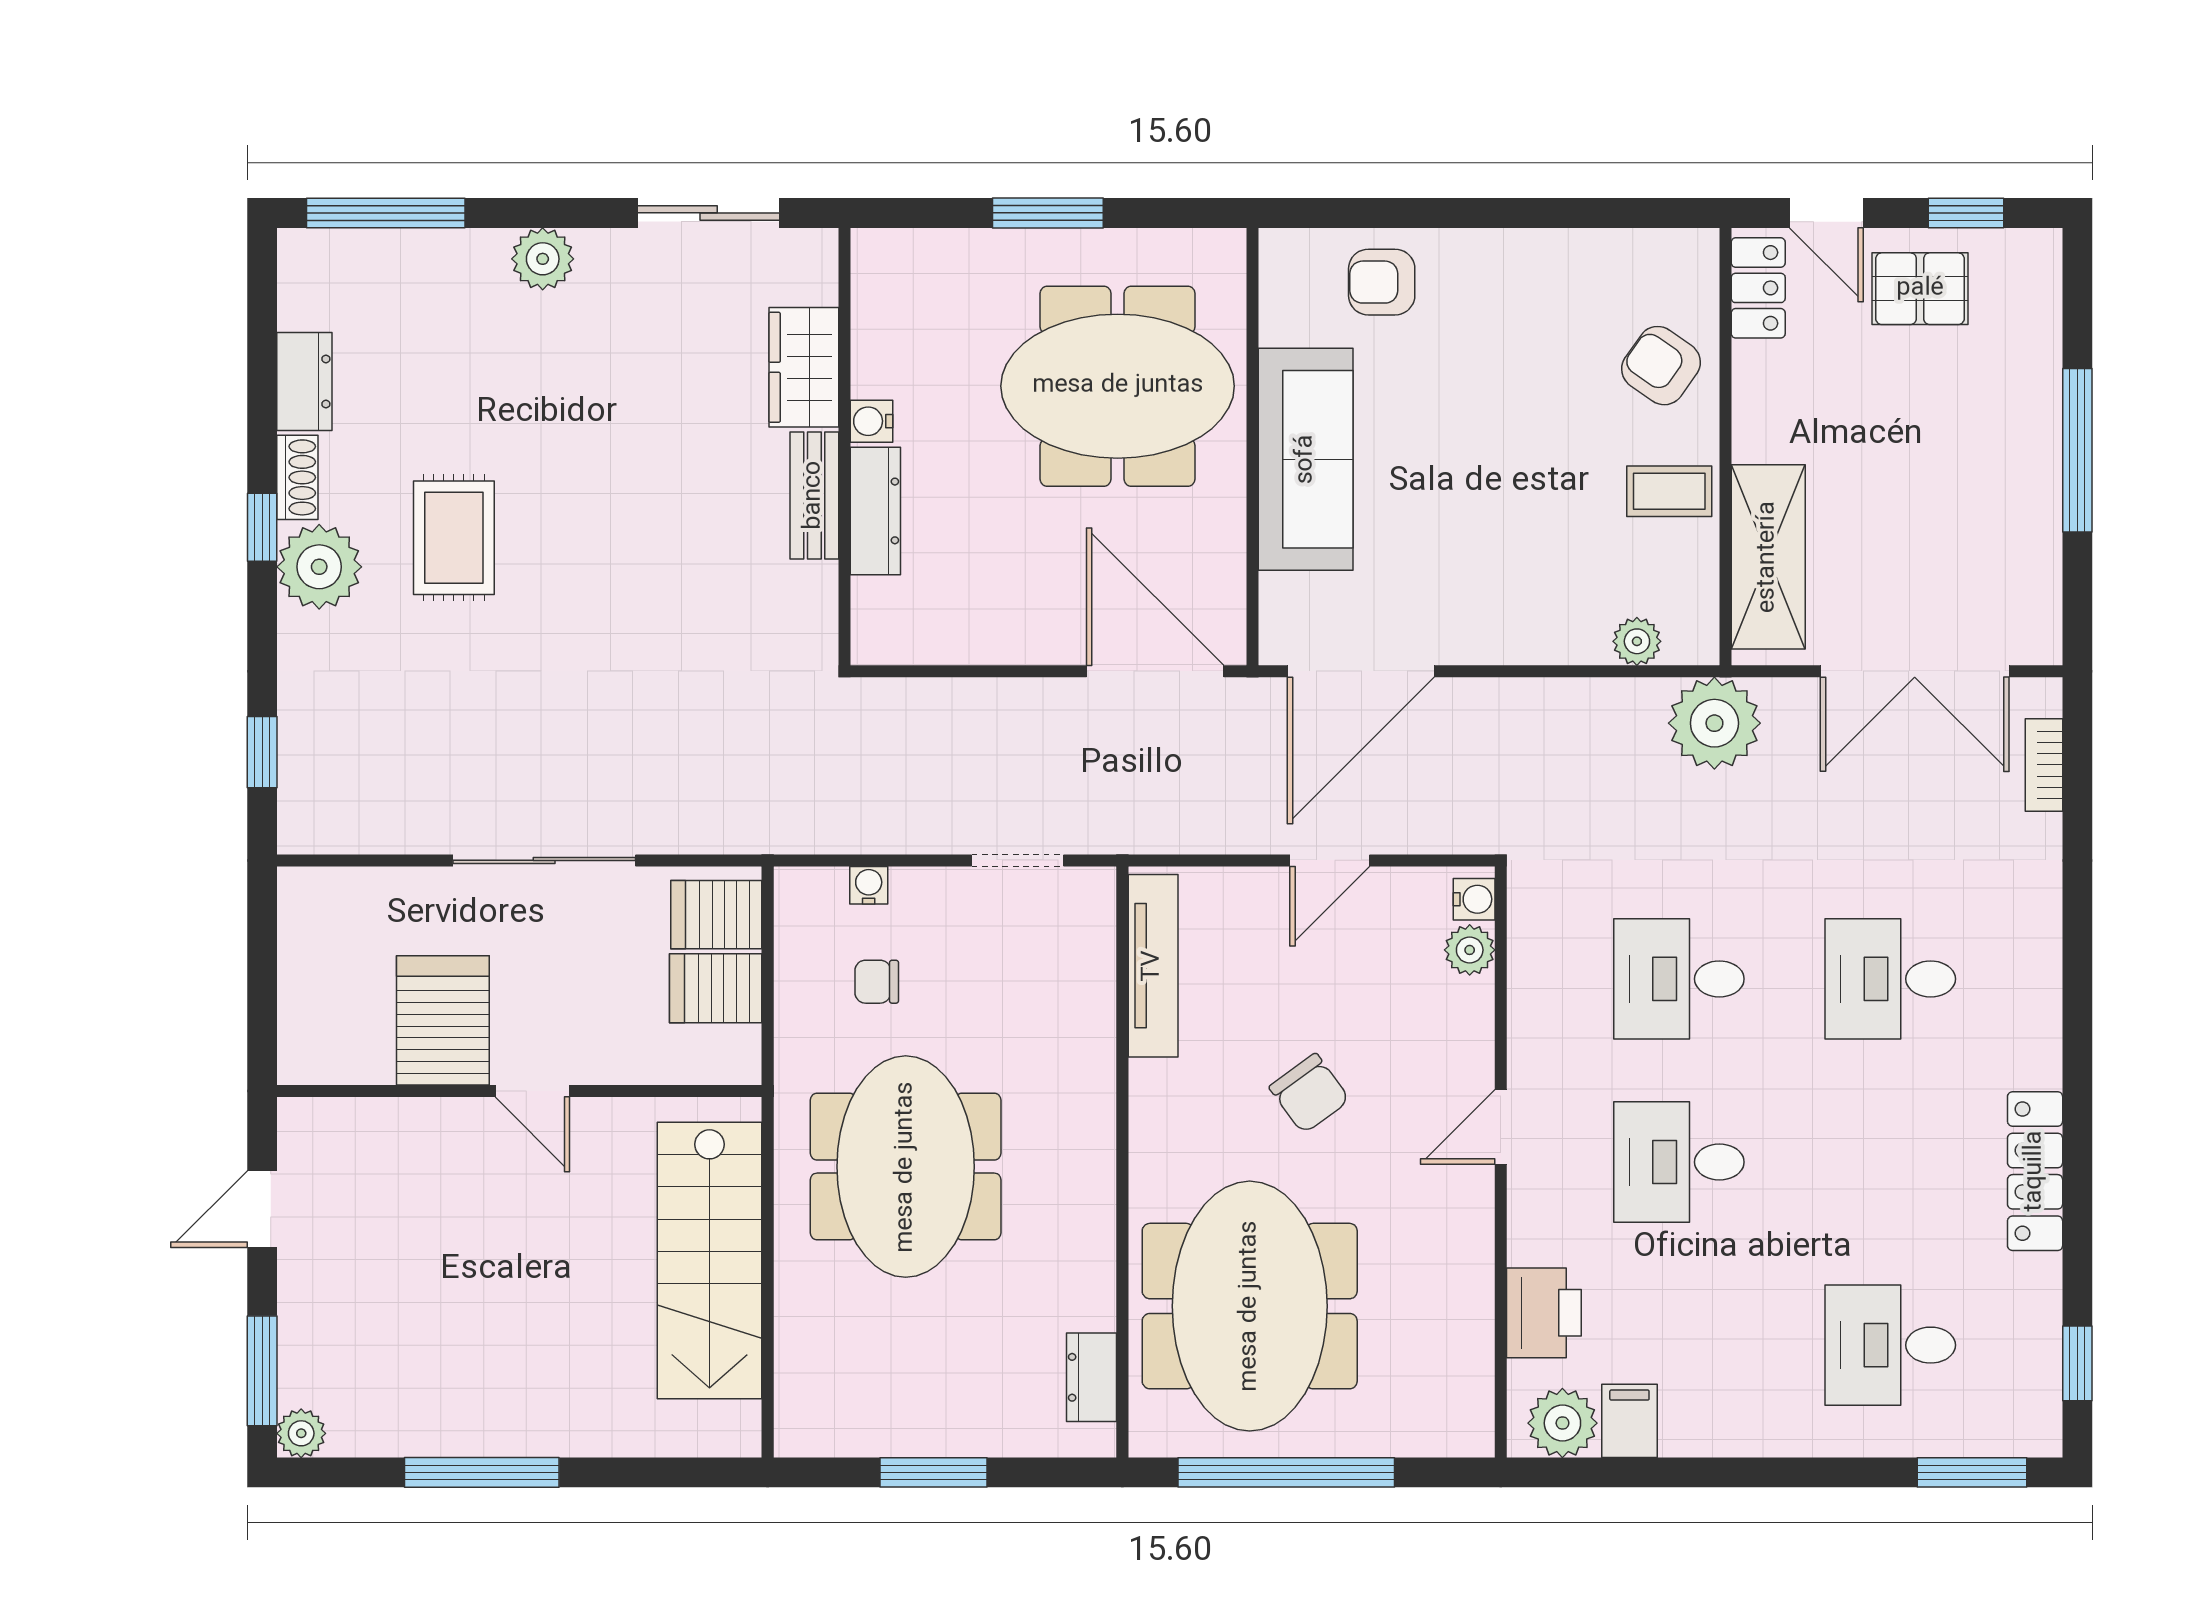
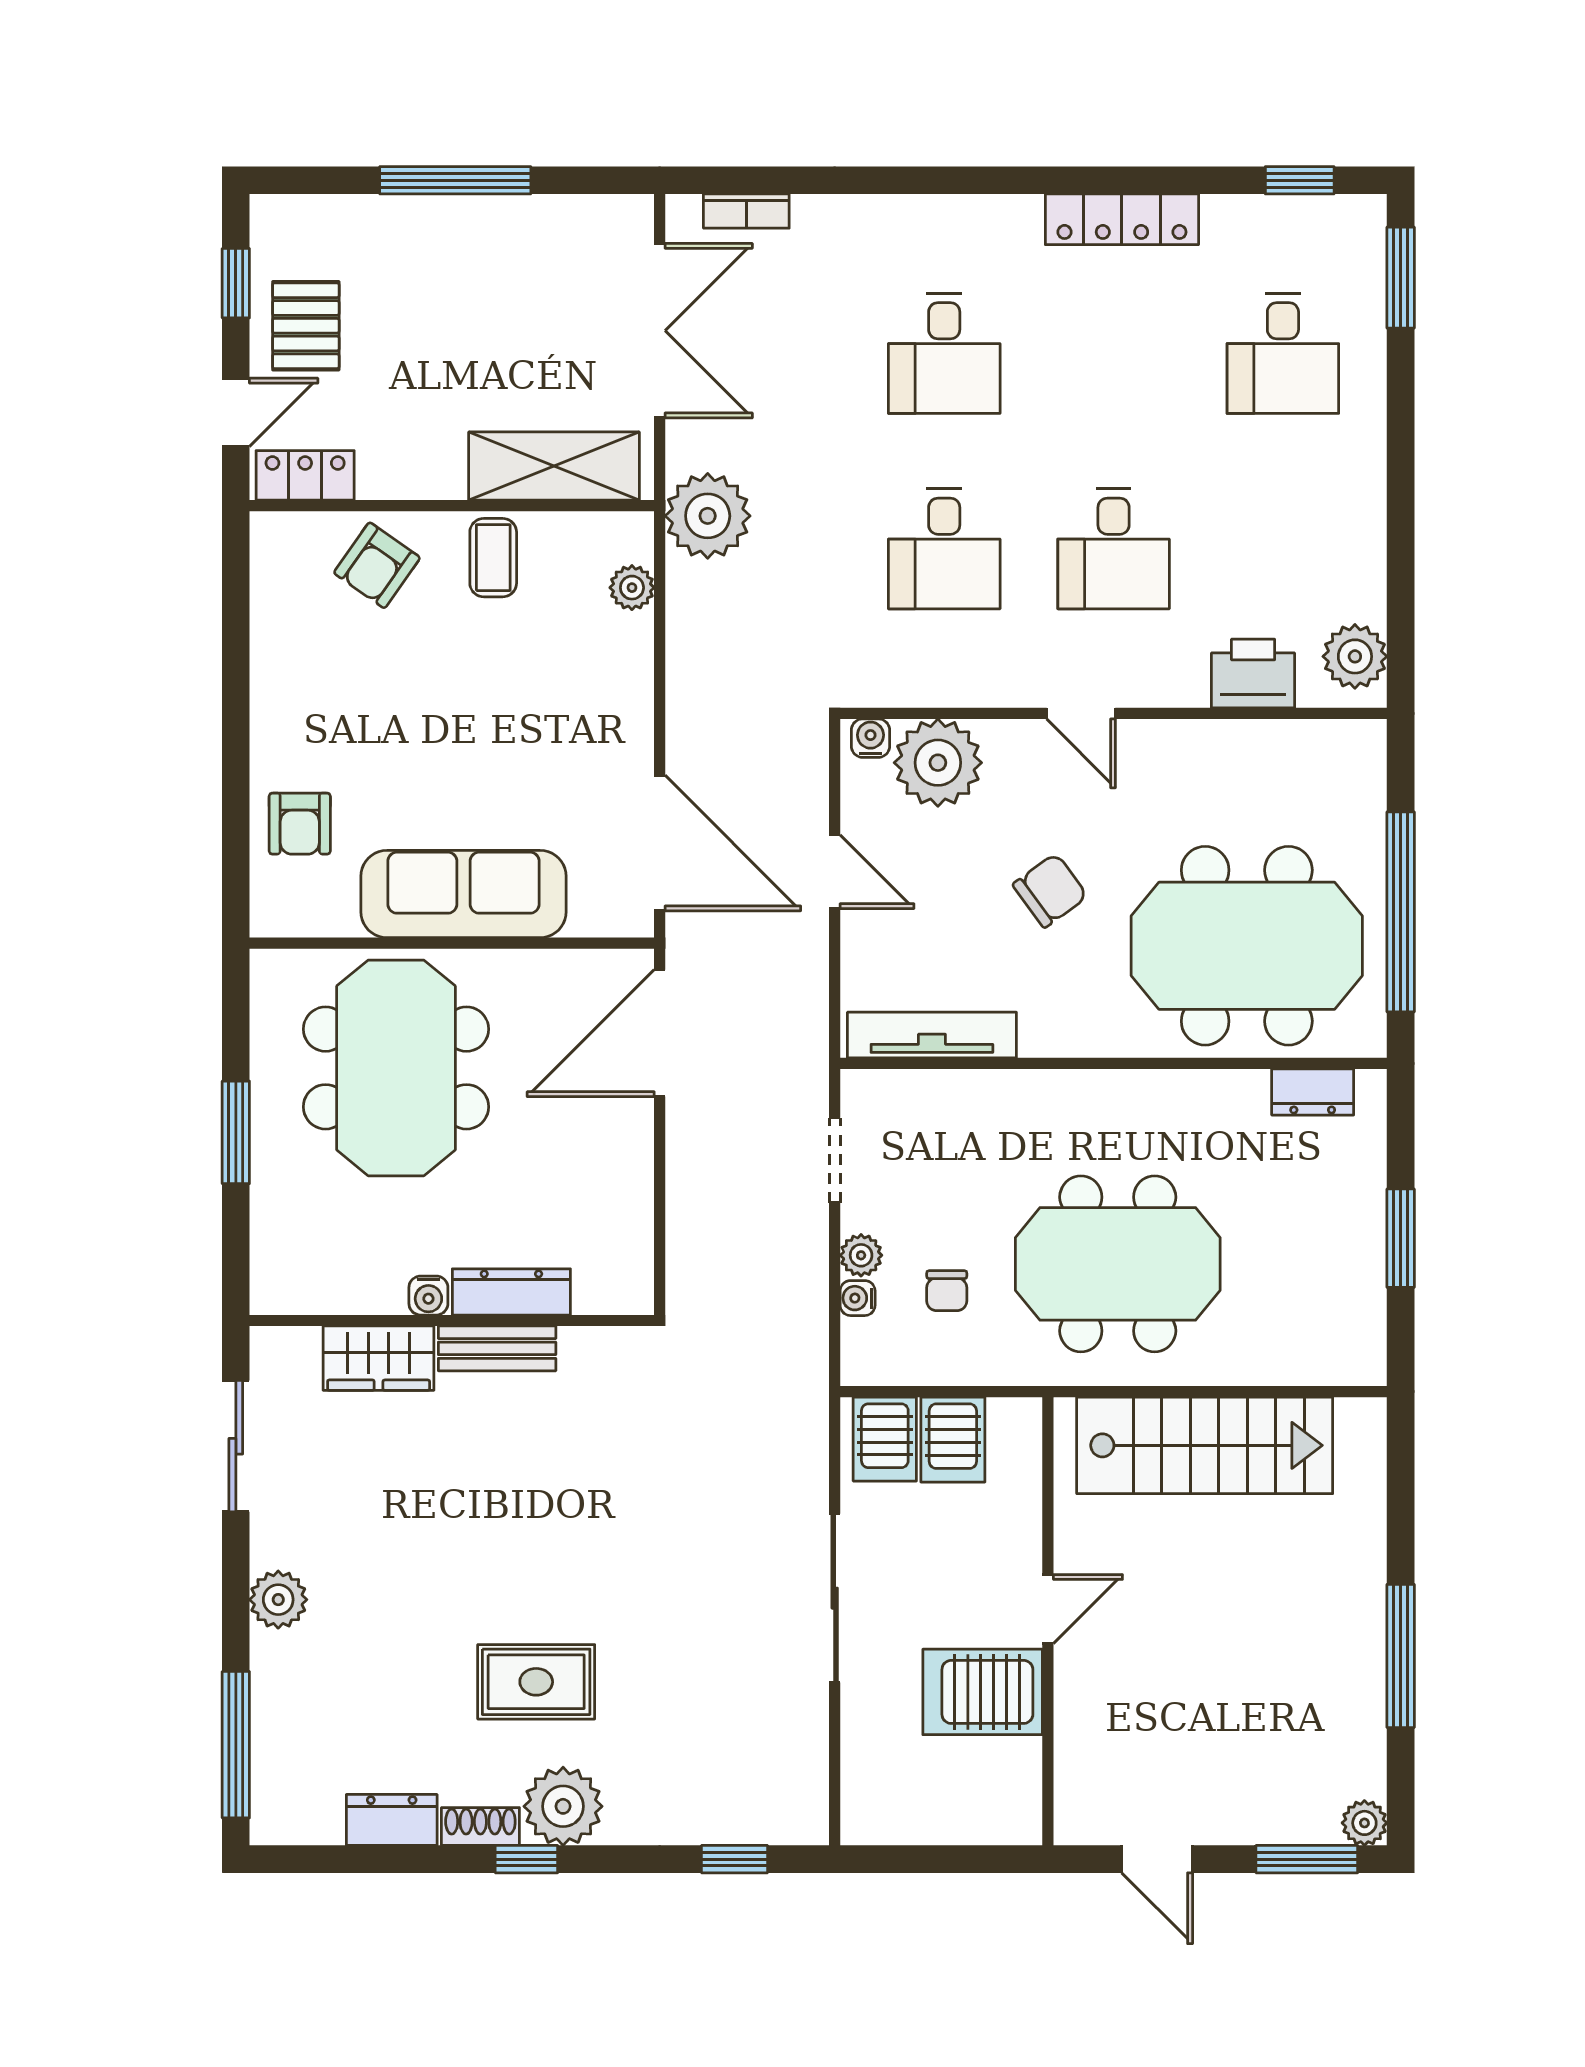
plant: (915, 889) -> (861, 1255), added
plant: (1470, 950) -> (938, 763), width x1.88, depth x1.88
filing cabinet: (1629, 1421) -> (1353, 594), removed

